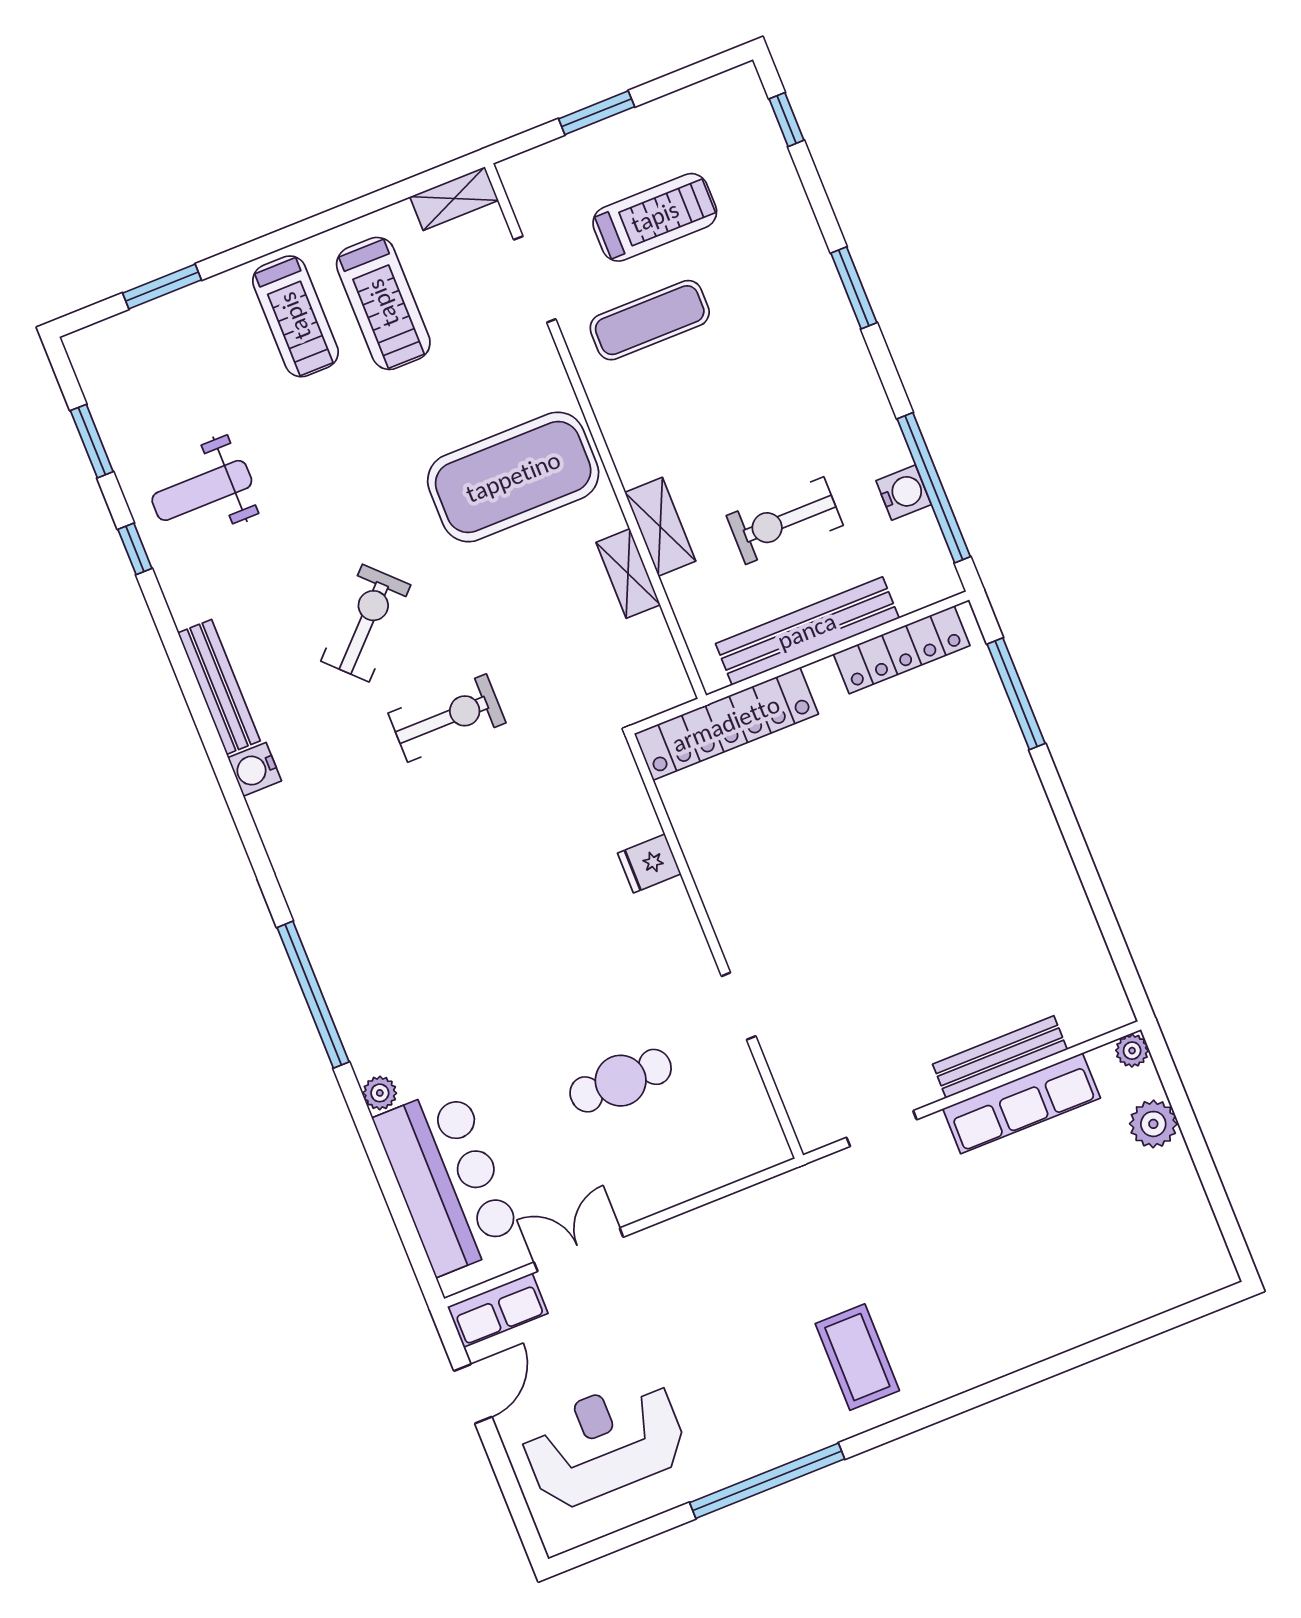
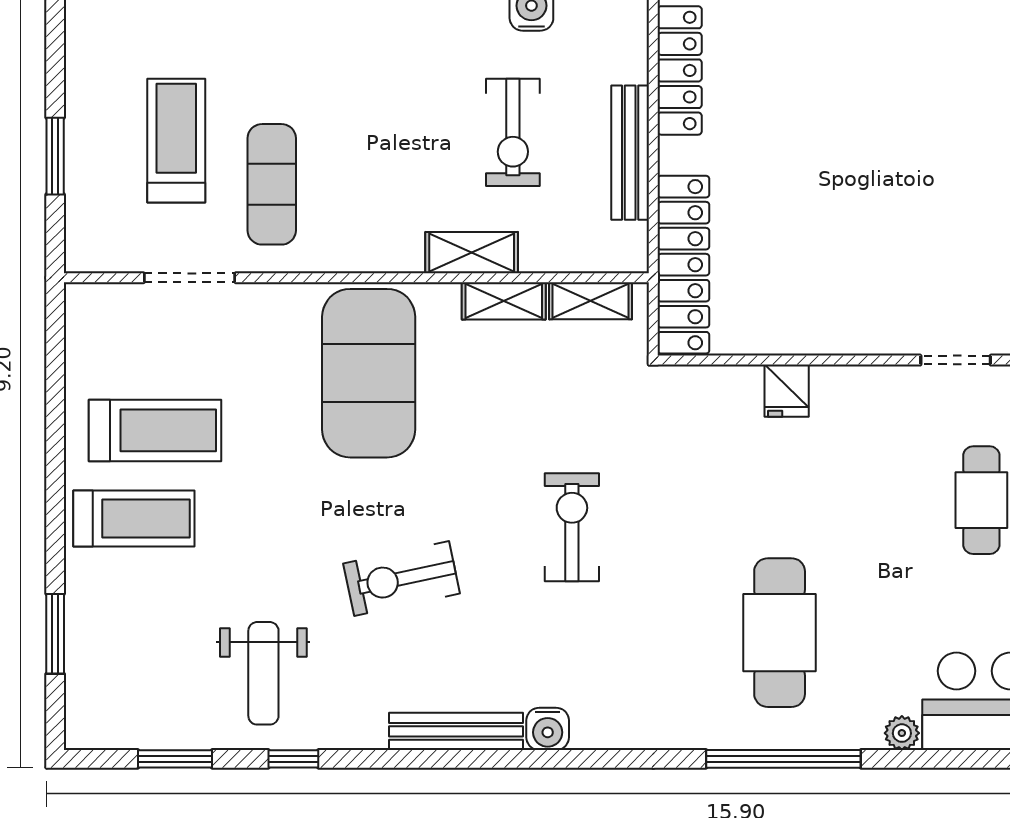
shelving: (454, 199) -> (591, 301), moved, turned 90
exercise bike: (366, 623) -> (402, 579), moved, turned -57
bench: (807, 631) -> (630, 153), width x0.73, depth x0.82
cafe table: (427, 945) -> (780, 633), added

